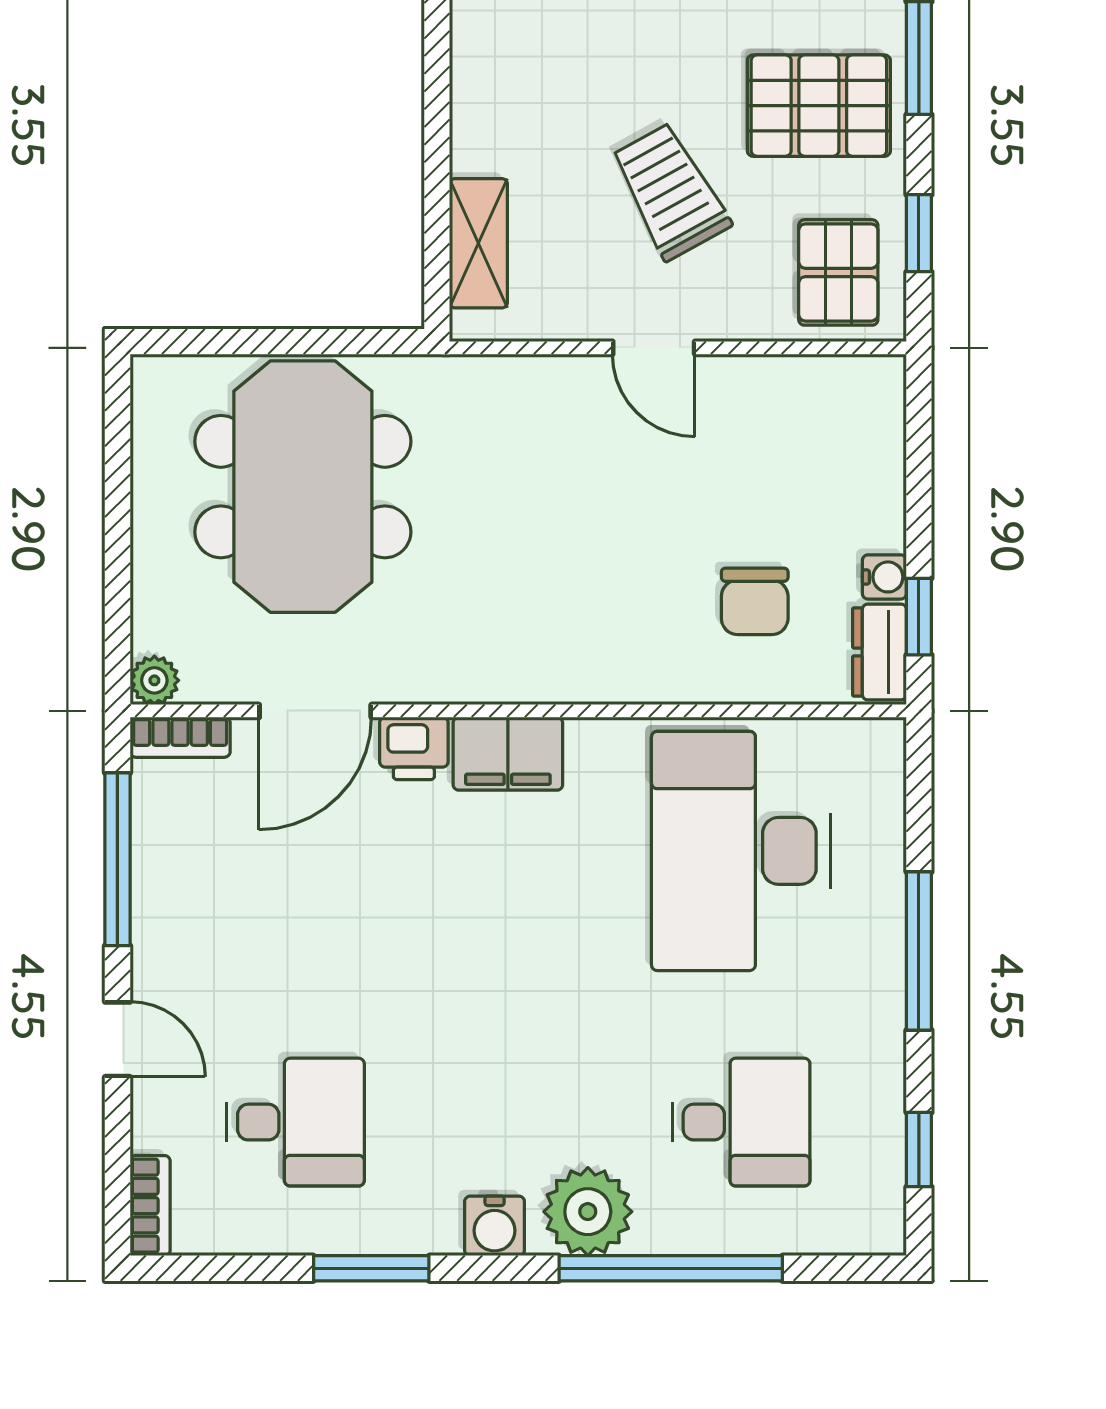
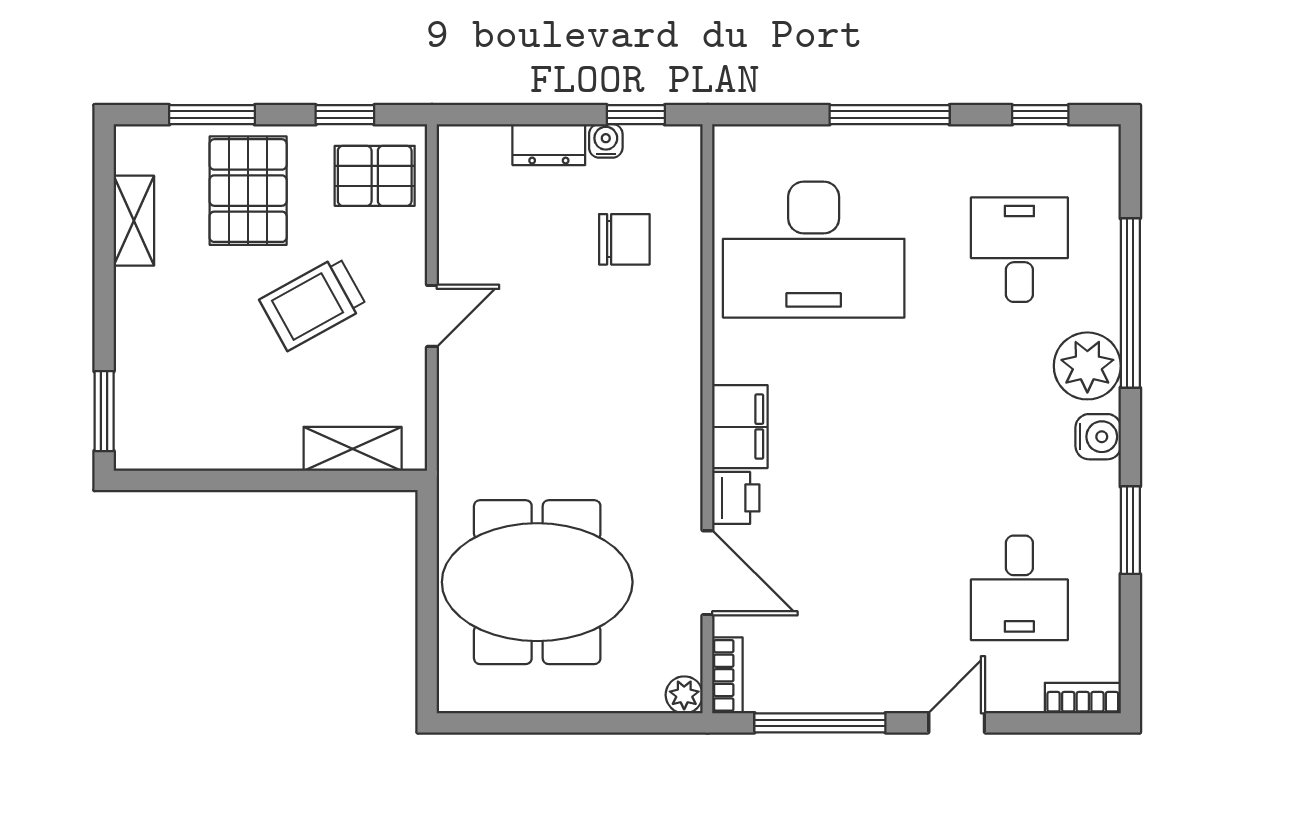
dresser: (879, 652) -> (549, 145), moved
desk: (295, 1122) -> (1019, 588), turned 180

